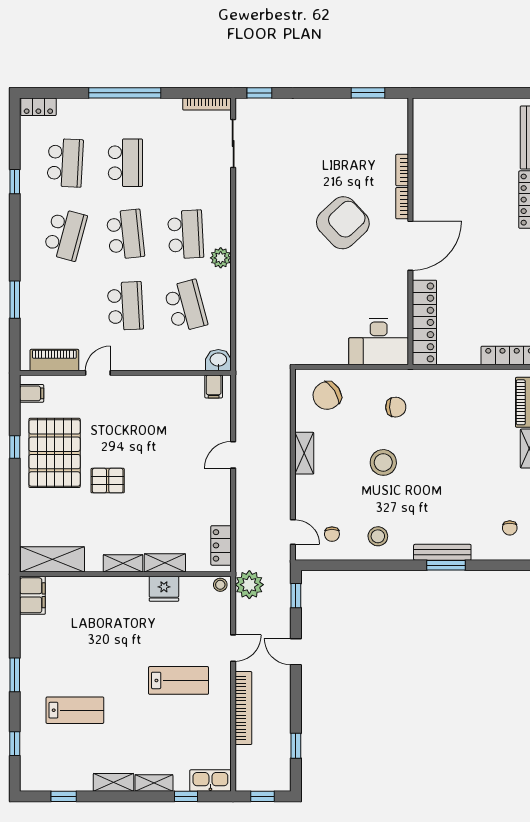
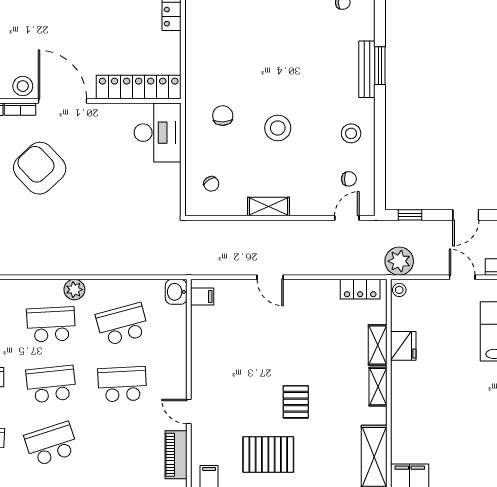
stool: (425, 206) -> (23, 86), added
school desk: (65, 234) -> (51, 444), turned -33
chair: (327, 396) -> (211, 184), width x0.54, depth x0.54
pallet: (55, 453) -> (268, 455), width x0.73, depth x0.71

